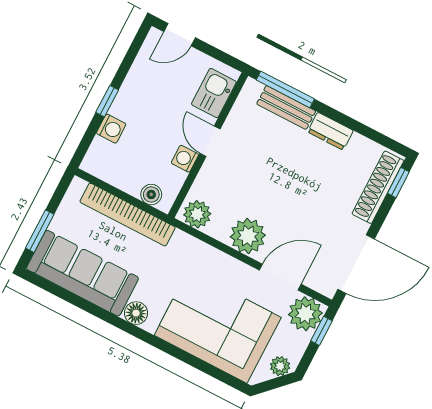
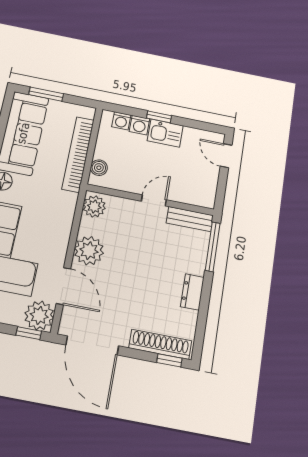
kitchen sink: (214, 93) -> (165, 133), moved, turned 180
bench: (286, 107) -> (190, 219), moved, turned 90
washing machine: (185, 159) -> (121, 121), moved, turned 180

